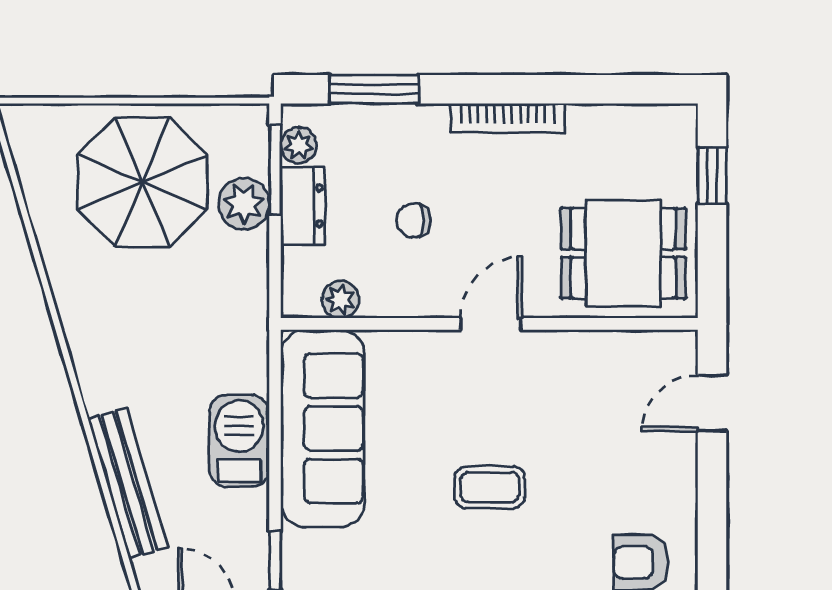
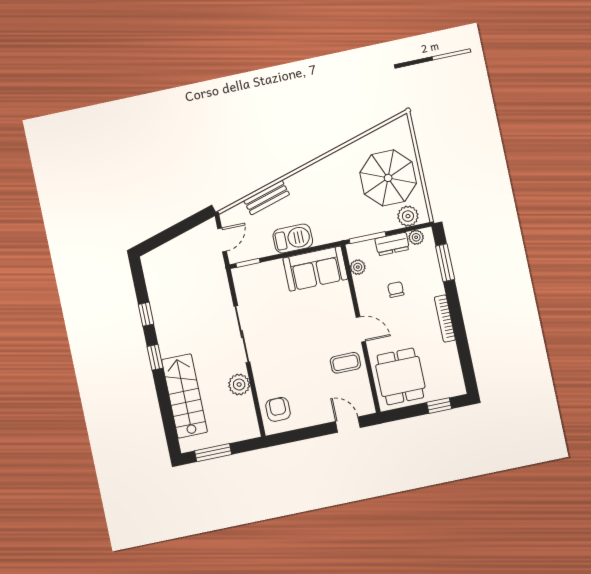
window: (275, 170) -> (368, 238), moved
plant: (244, 204) -> (408, 216), moved
sofa: (323, 428) -> (315, 269), width x0.73
bench: (128, 483) -> (267, 198), width x0.73
coffee table: (490, 487) -> (345, 363), moved, turned 90

